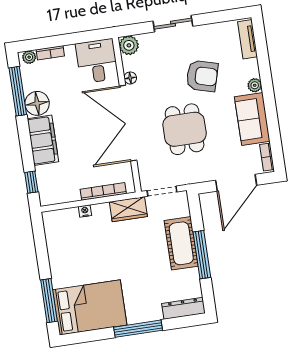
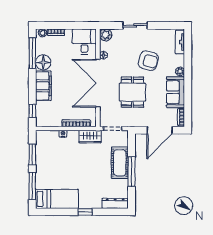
window: (42, 251) -> (32, 155), added
bed: (90, 307) -> (57, 199), width x0.67
window: (138, 329) -> (85, 212), width x0.46

